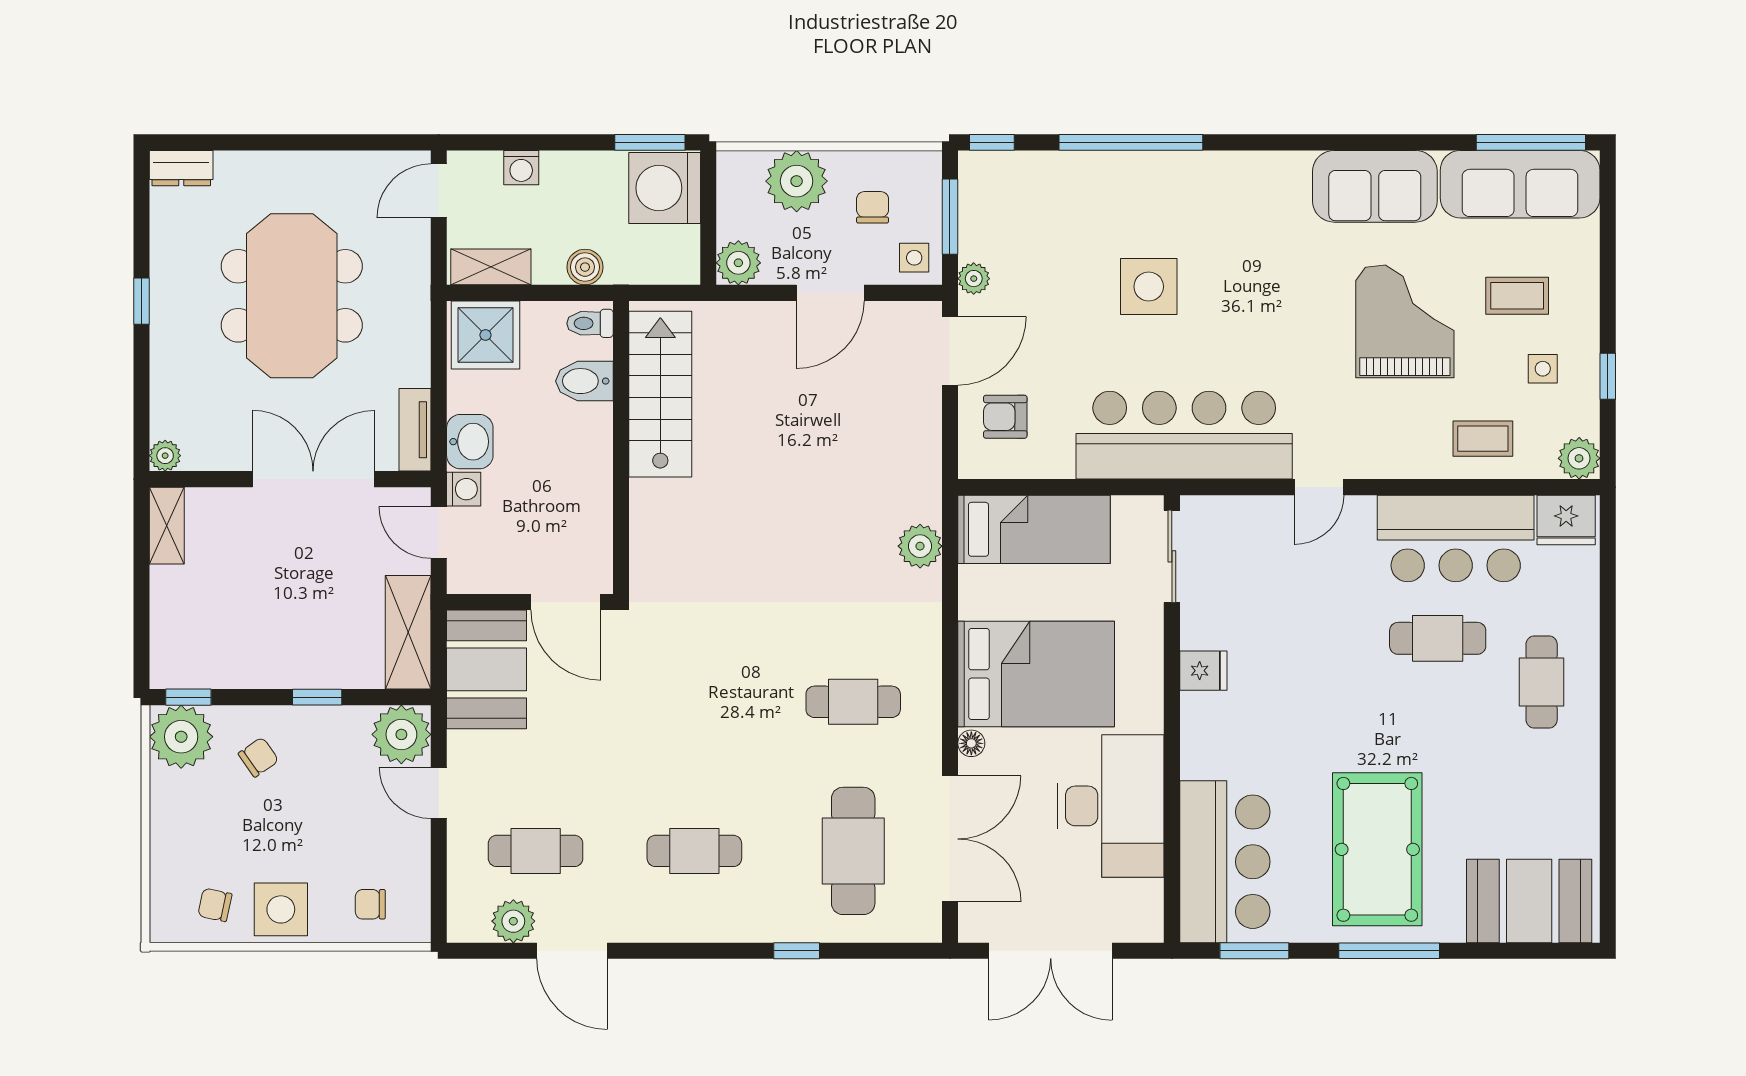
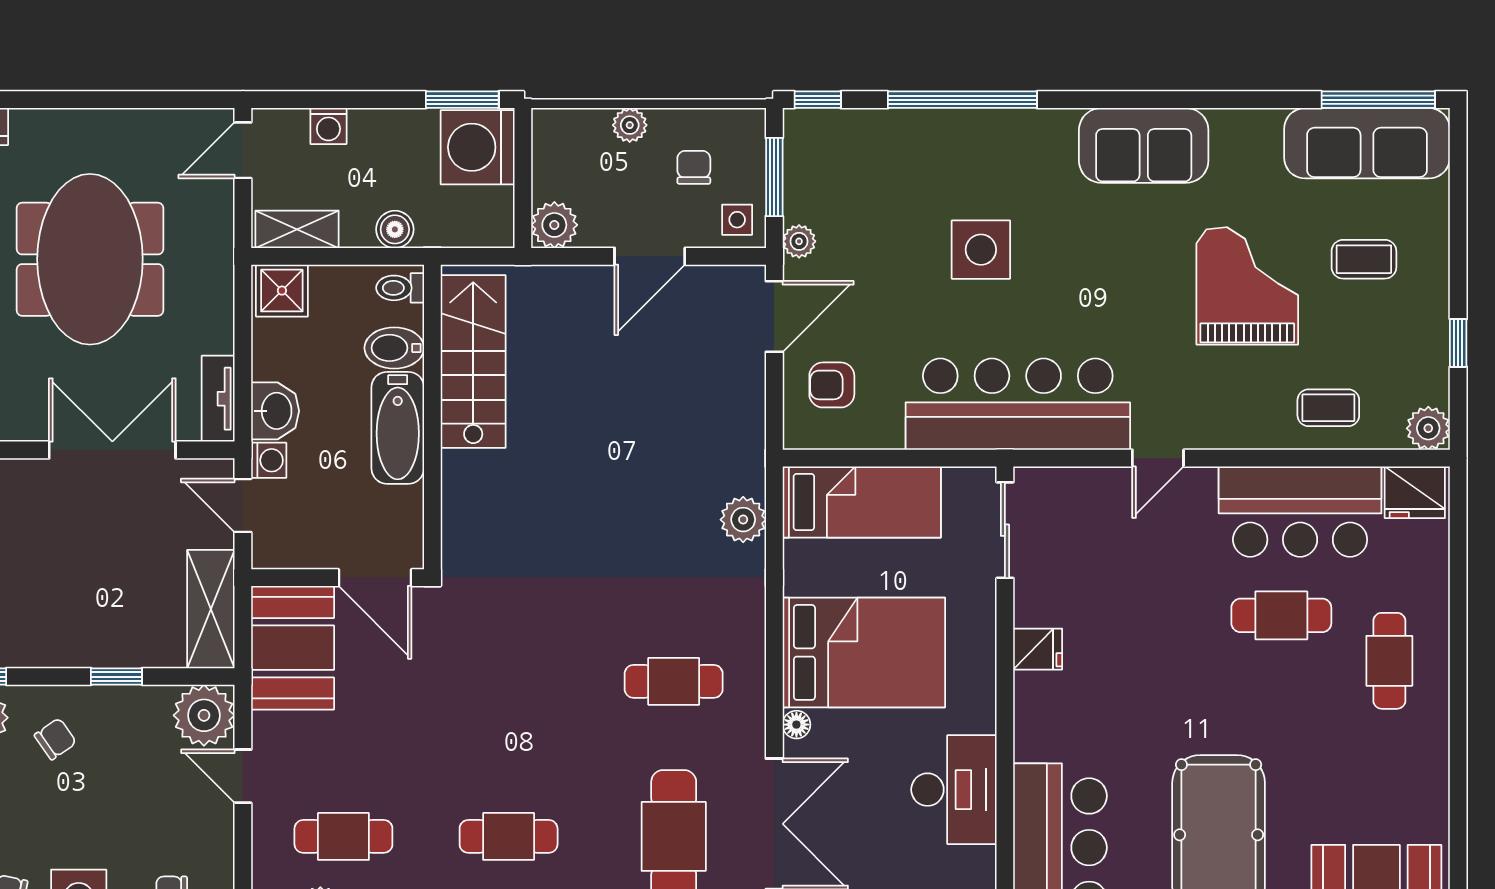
plant: (797, 181) -> (630, 125), width x0.53, depth x0.53
sofa: (1375, 186) -> (1144, 145), moved
shower: (485, 335) -> (282, 291), width x0.73, depth x0.73
side table: (1543, 369) -> (1391, 335), removed
bathtub: (588, 458) -> (398, 428), added
desk: (1110, 806) -> (954, 790), width x0.73, depth x0.77

